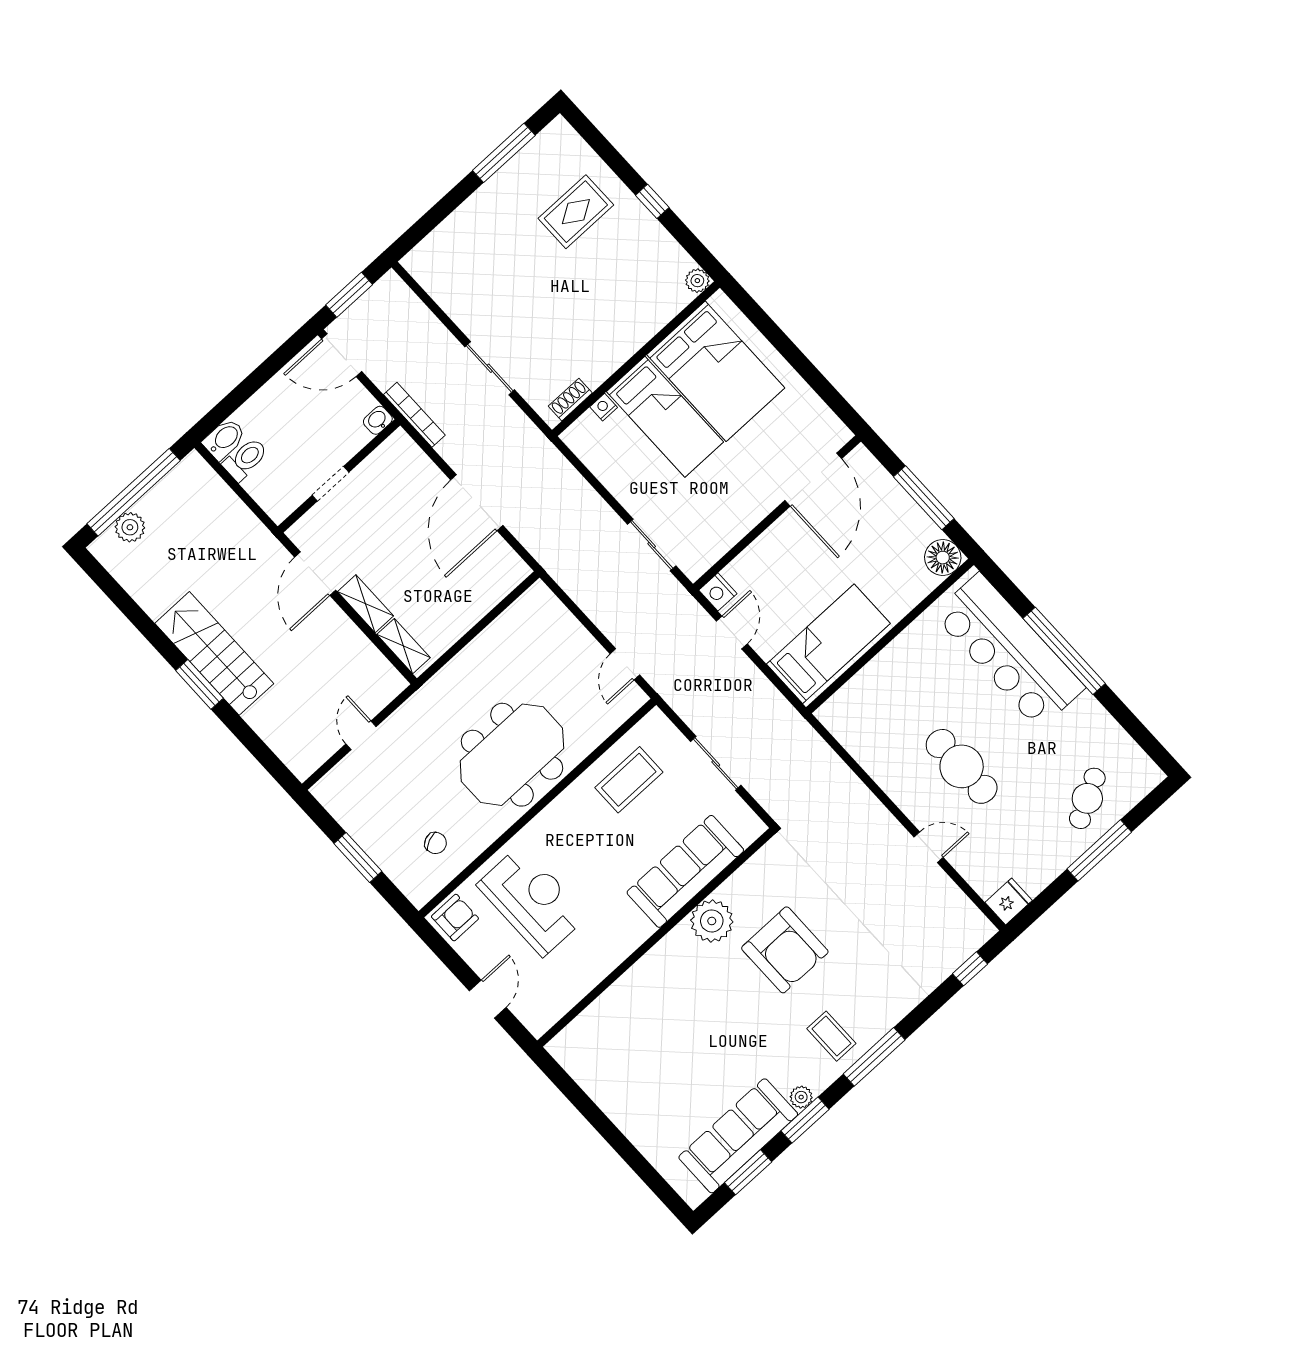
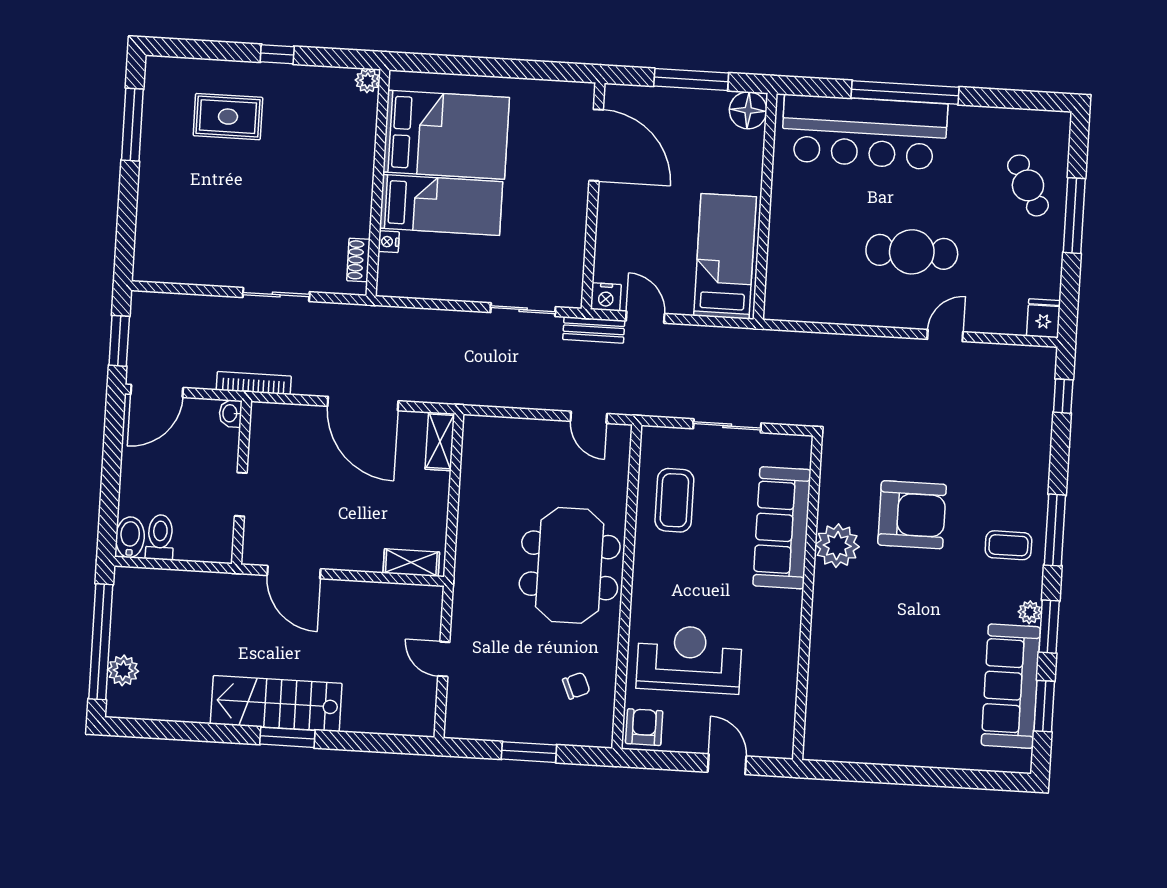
rug: (576, 212) -> (228, 117), turned 90
shelving: (365, 604) -> (440, 441), moved, turned 90
bench: (687, 607) -> (594, 330), added

